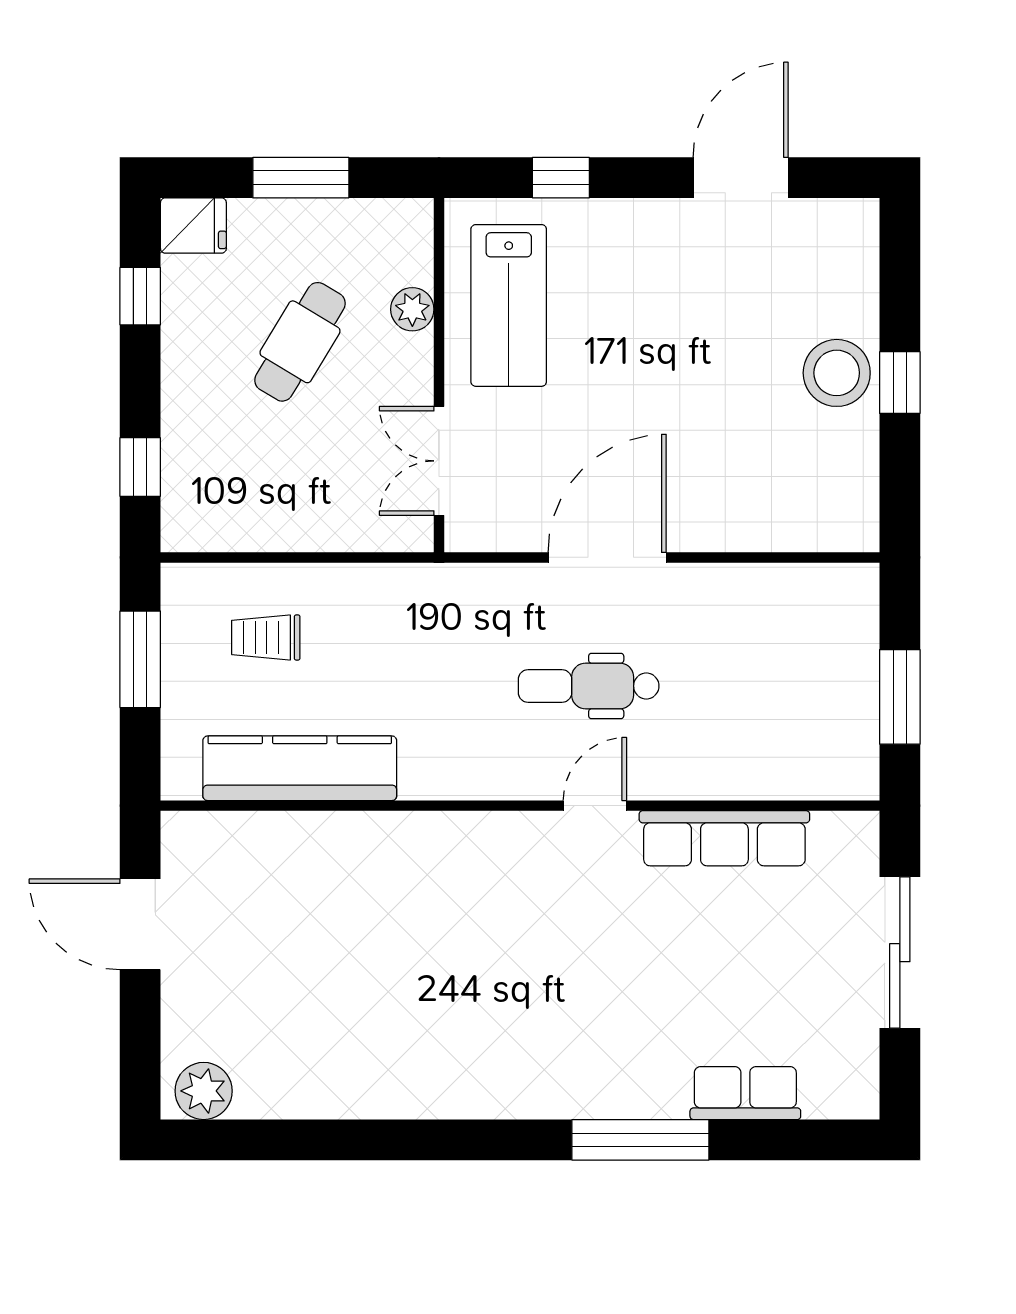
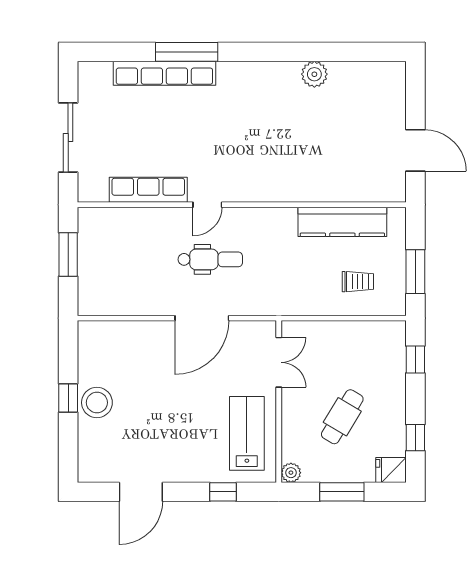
plant: (412, 309) -> (291, 473), moved
plant: (204, 1091) -> (314, 74), moved
row of seats: (745, 1093) -> (164, 73), width x2.02

